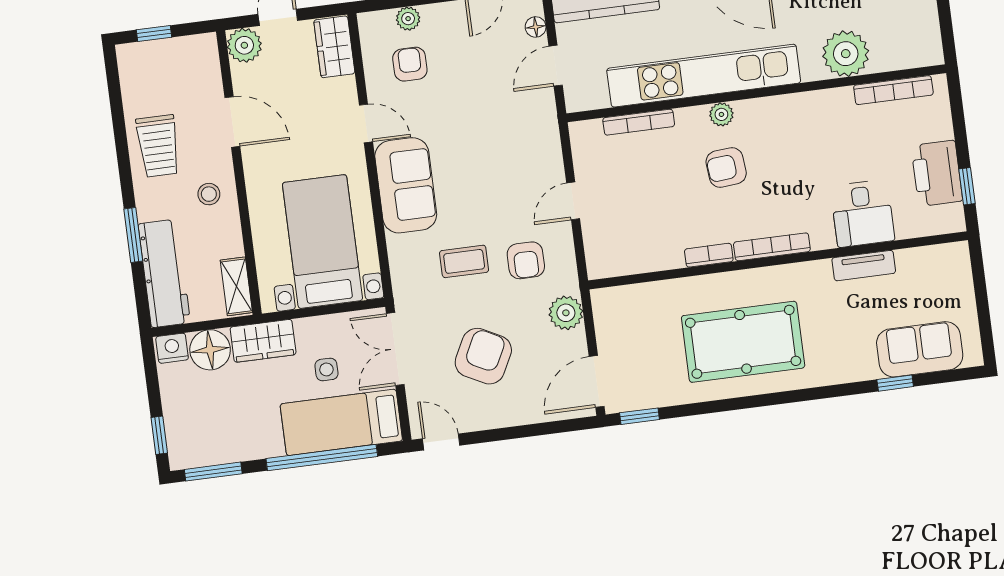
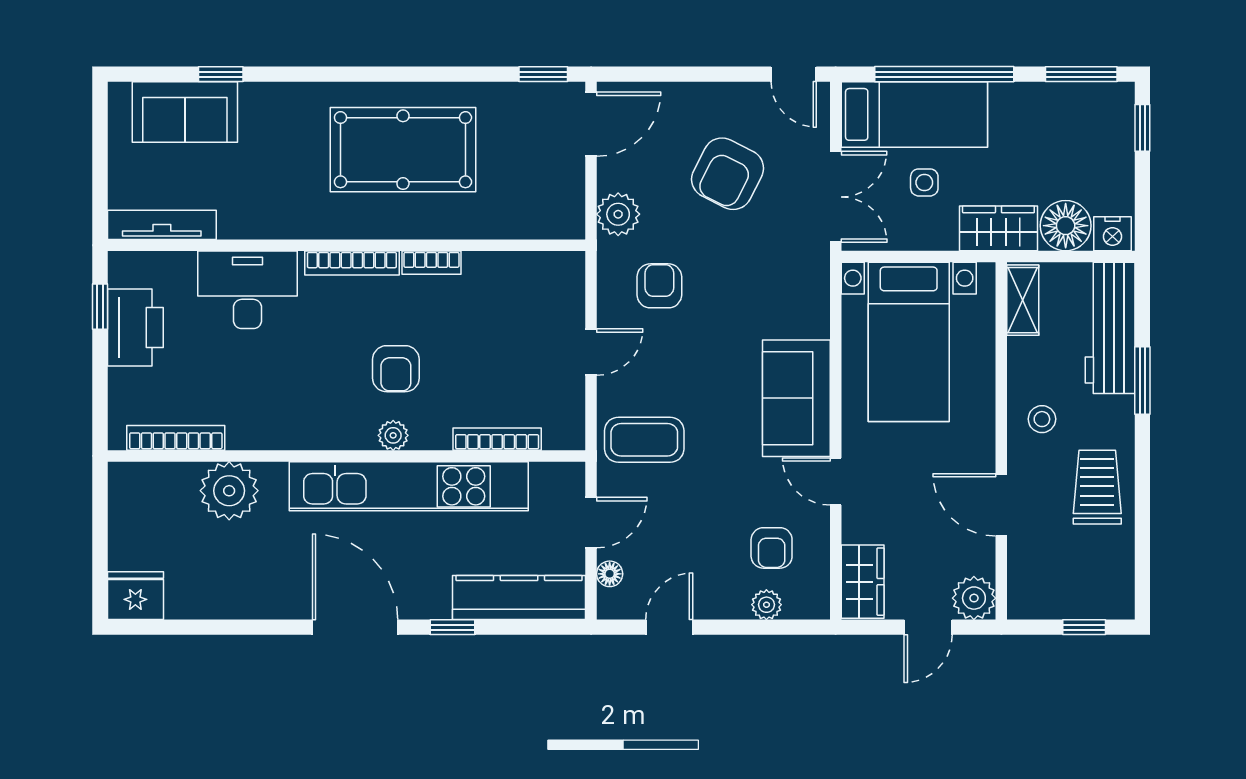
armchair: (726, 167) -> (396, 369), turned 95
desk: (862, 213) -> (247, 290), width x1.37
coffee table: (464, 261) -> (644, 440), moved, width x1.36, depth x1.30
tv unit: (864, 266) -> (162, 225), moved, width x1.41

